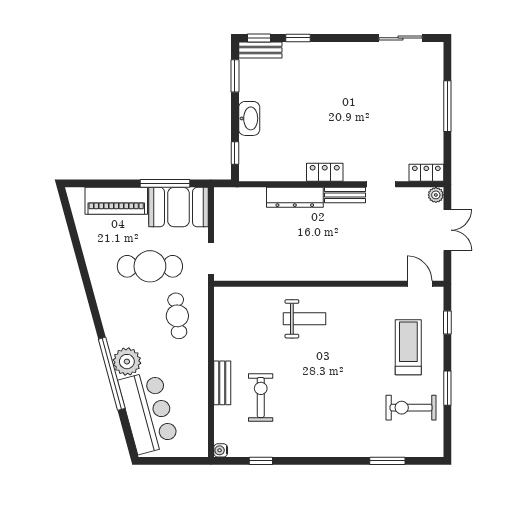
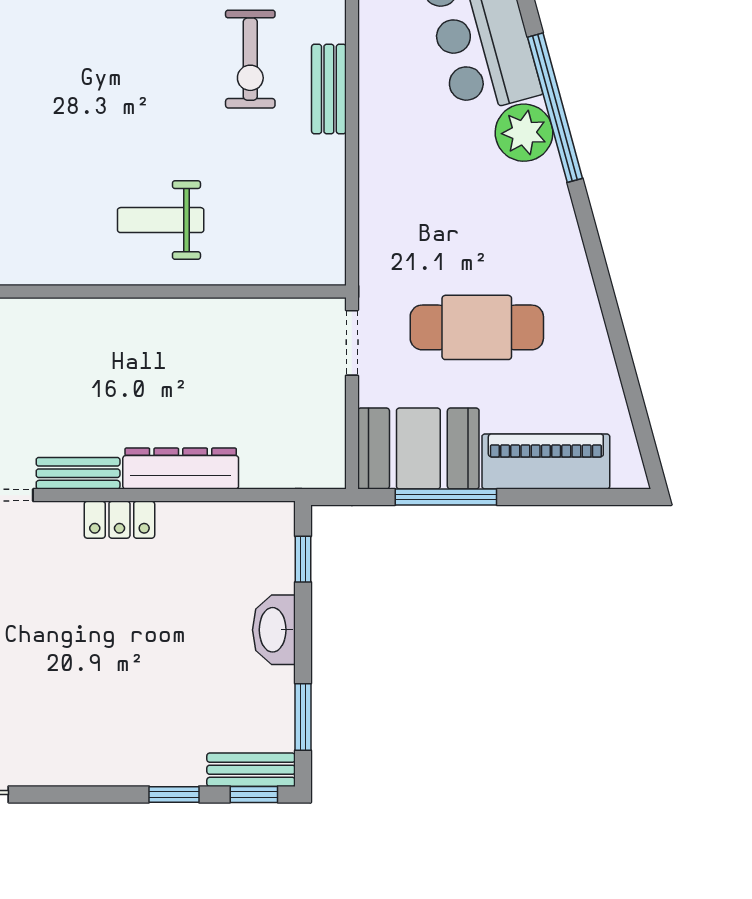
cafe table: (177, 316) -> (421, 226), removed

